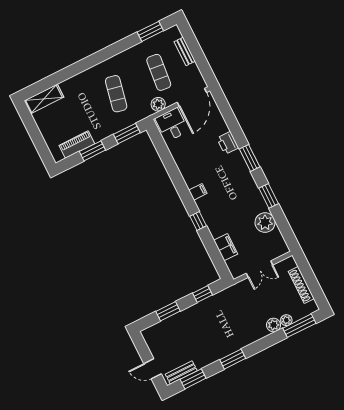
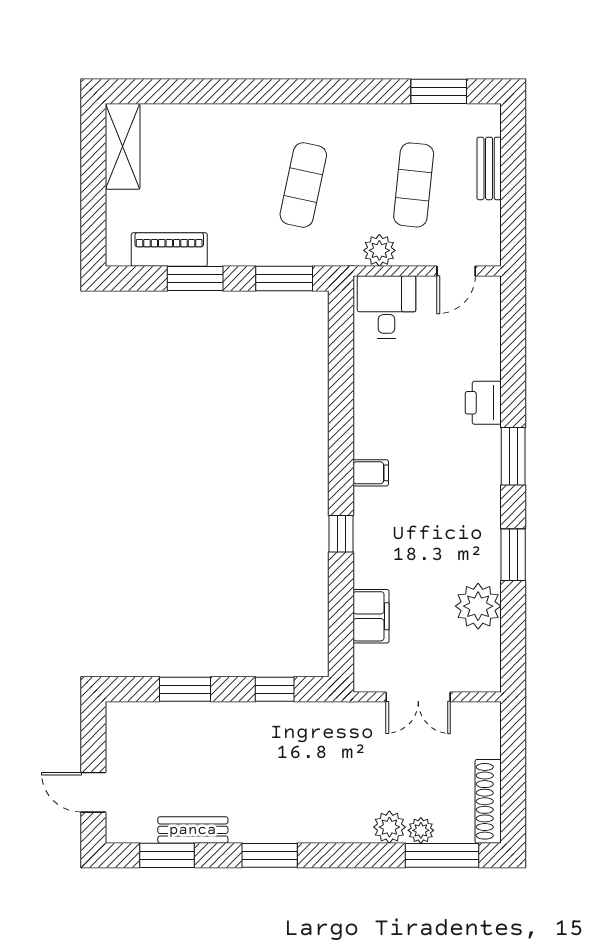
door: (192, 97) -> (456, 271), width x0.53
shelving: (44, 99) -> (123, 146), moved, turned 90
shoe rack: (301, 285) -> (488, 801), moved
bench: (181, 373) -> (193, 830), moved

